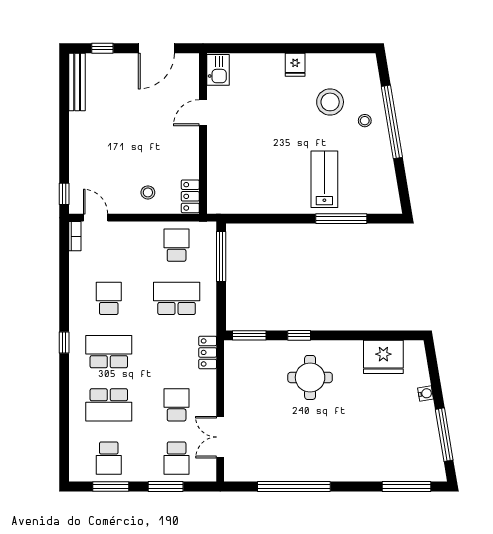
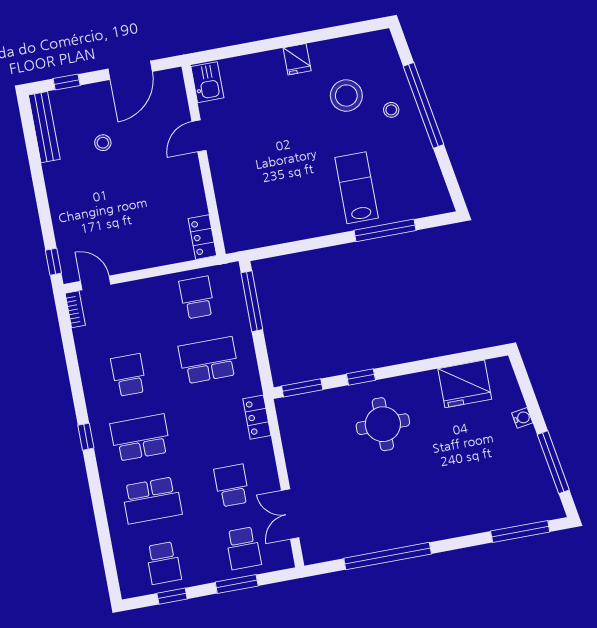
stool: (148, 192) -> (103, 143), moved
window: (111, 487) -> (172, 596), width x0.67

